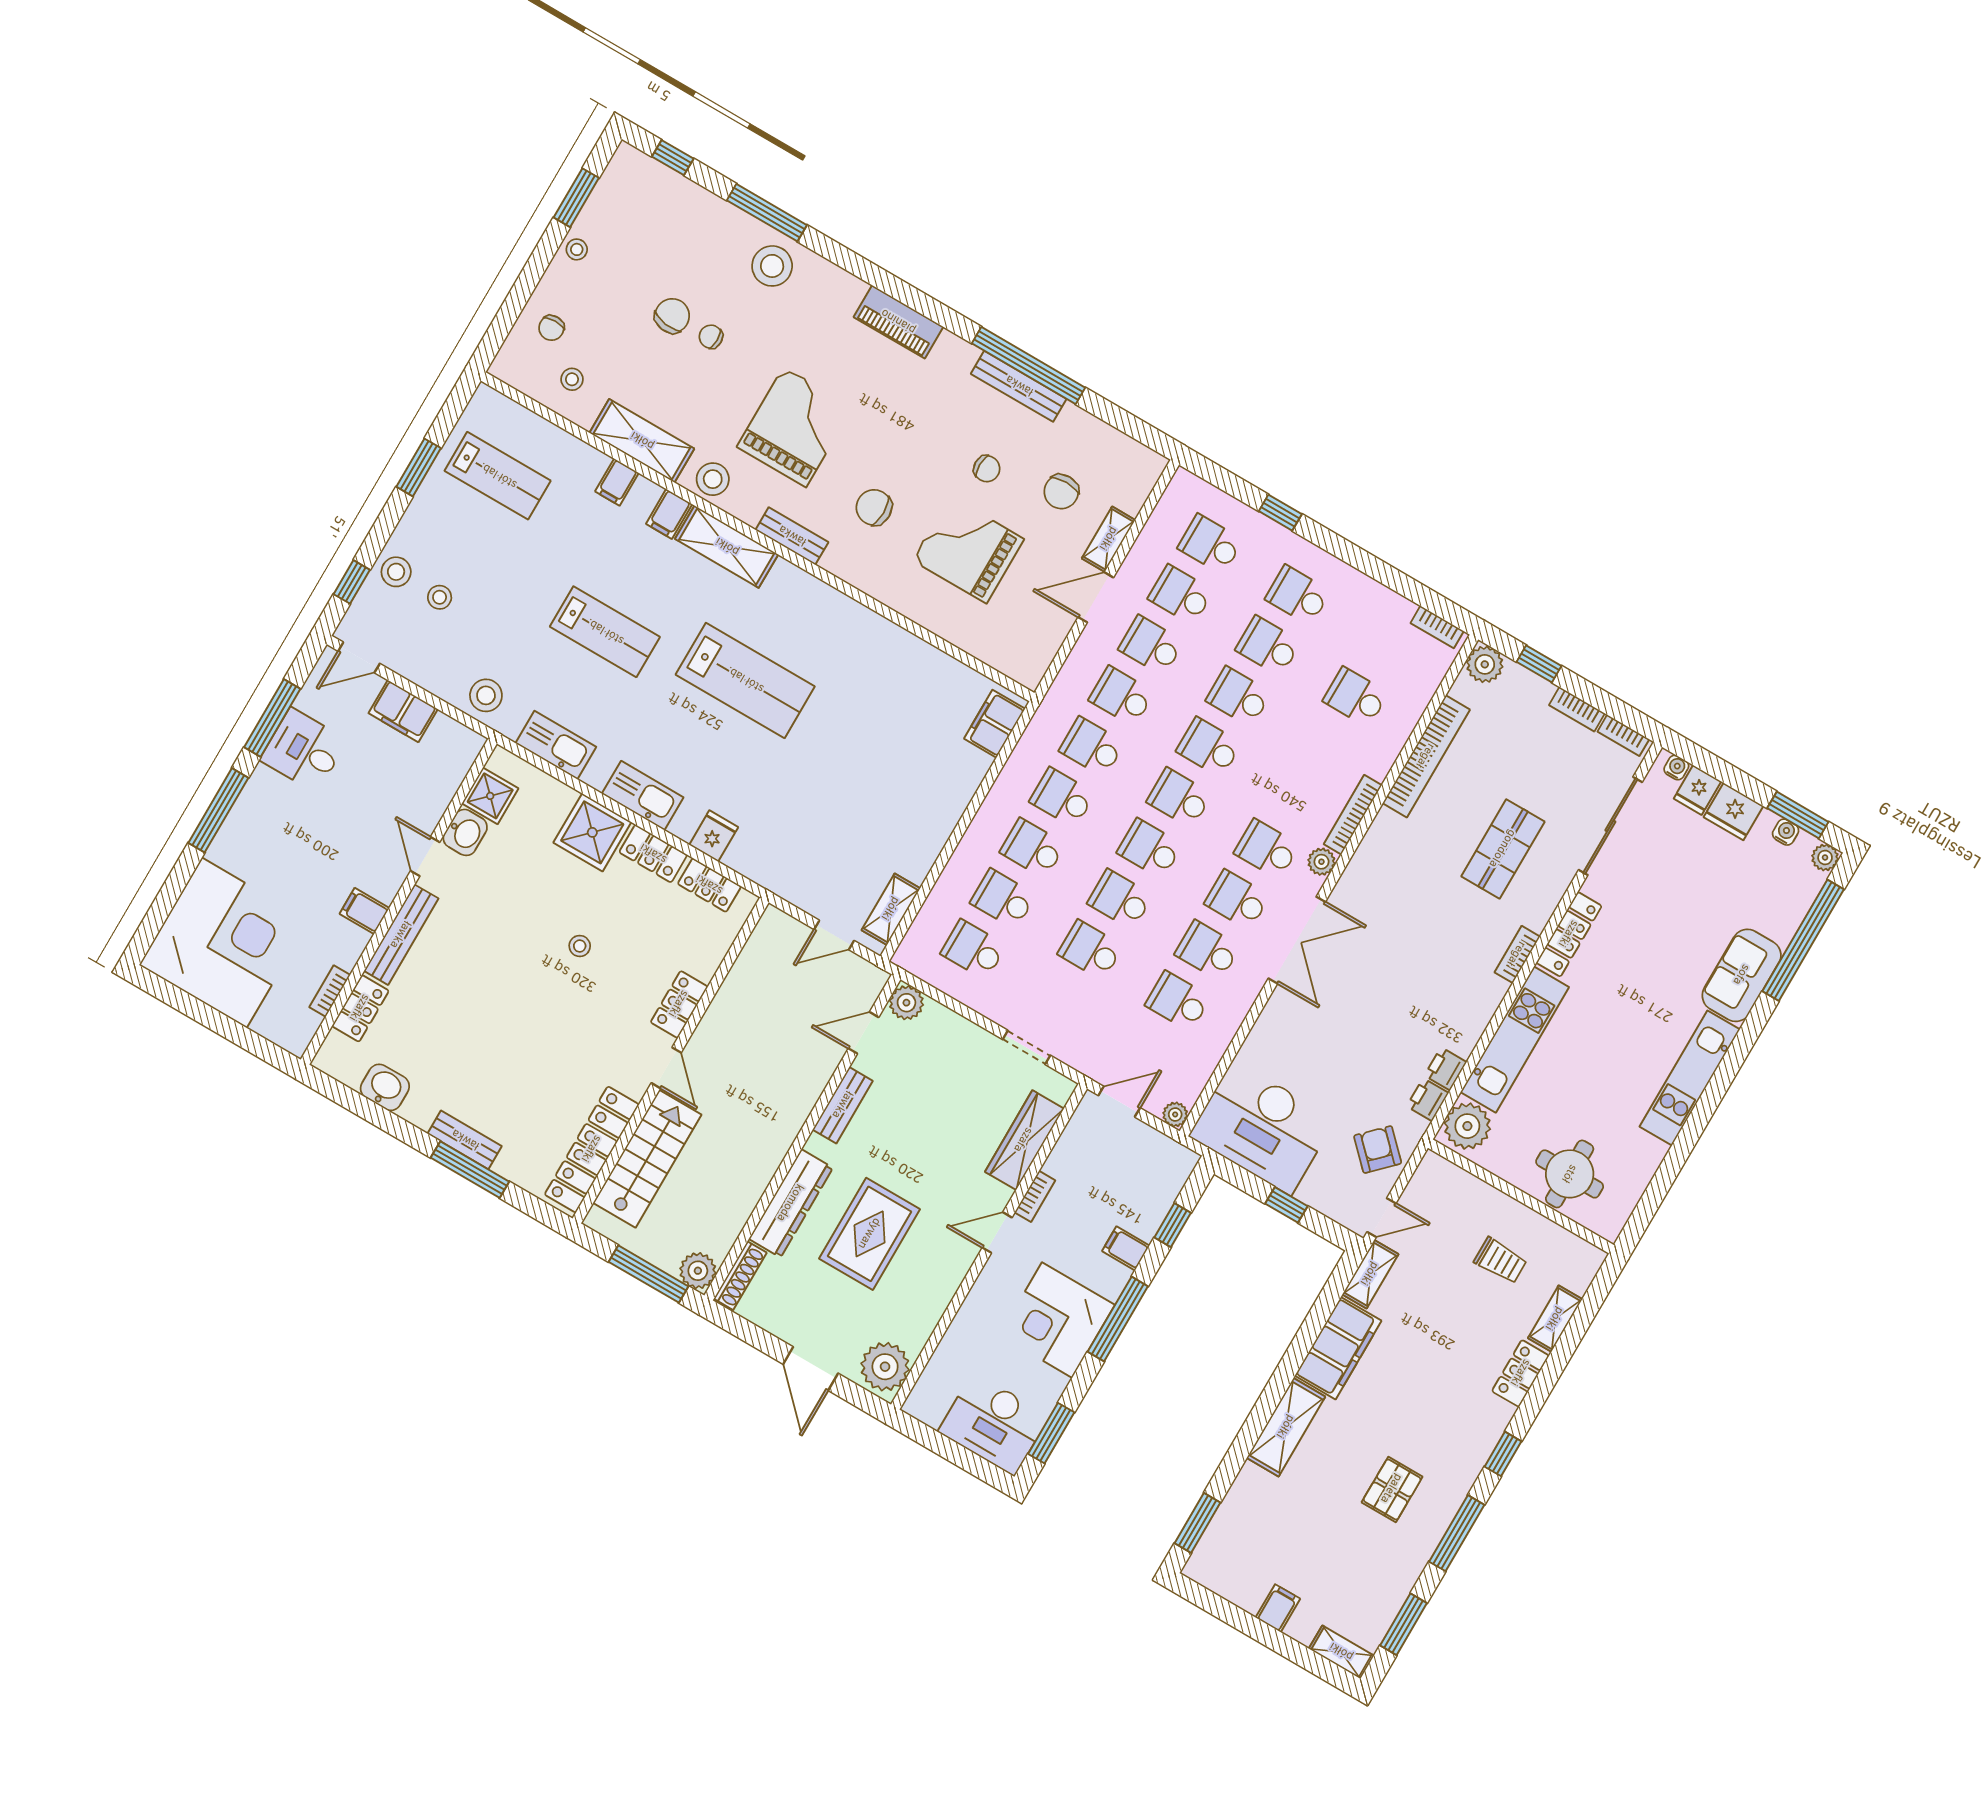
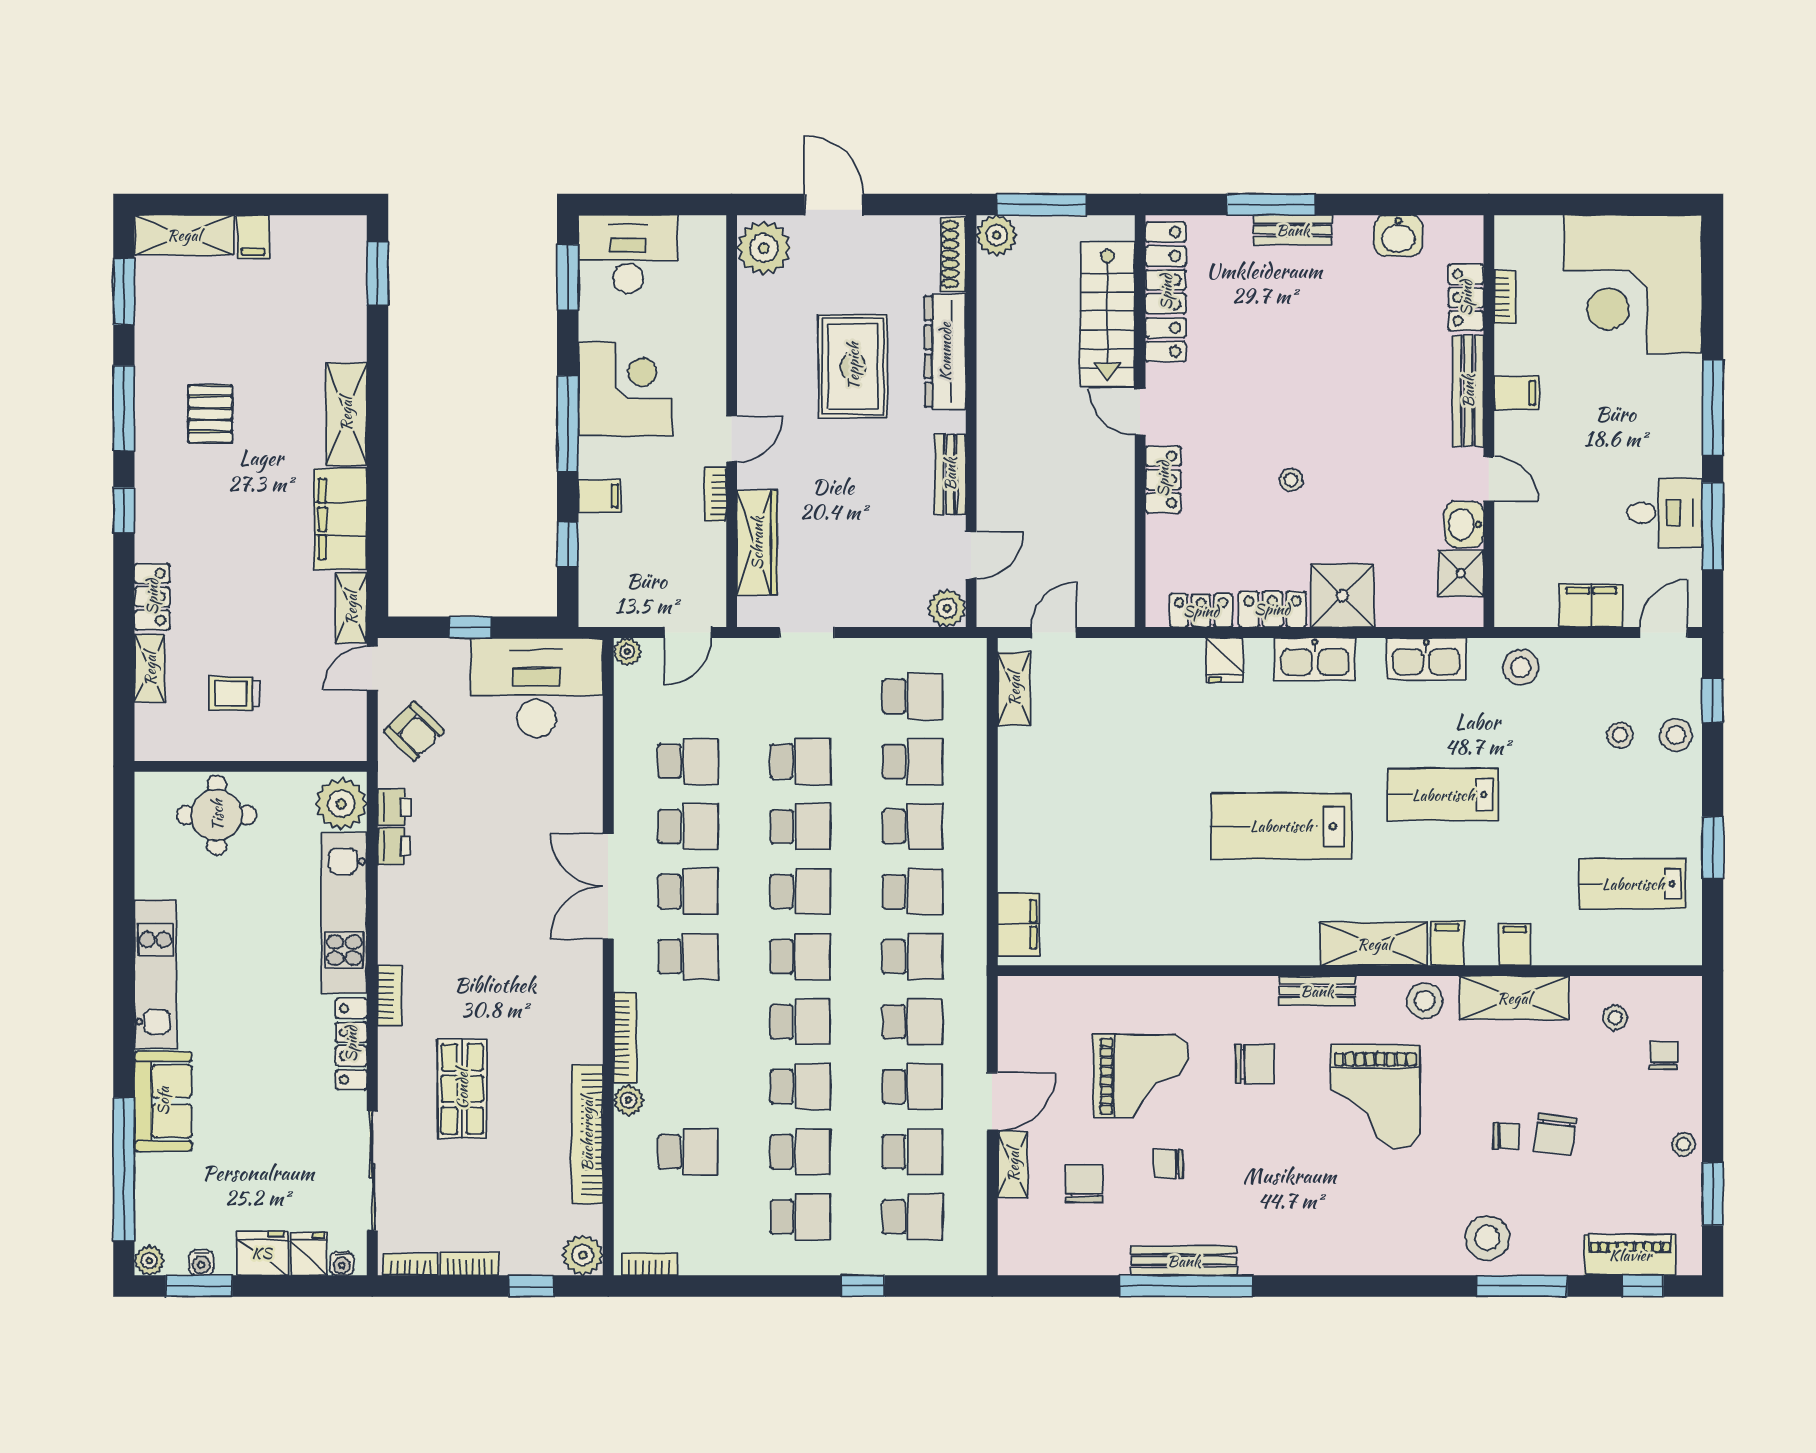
piano: (898, 322) -> (1630, 1255), moved
plant: (1321, 862) -> (629, 1100), moved
shelving: (1341, 1652) -> (184, 235), width x1.50, depth x1.33

